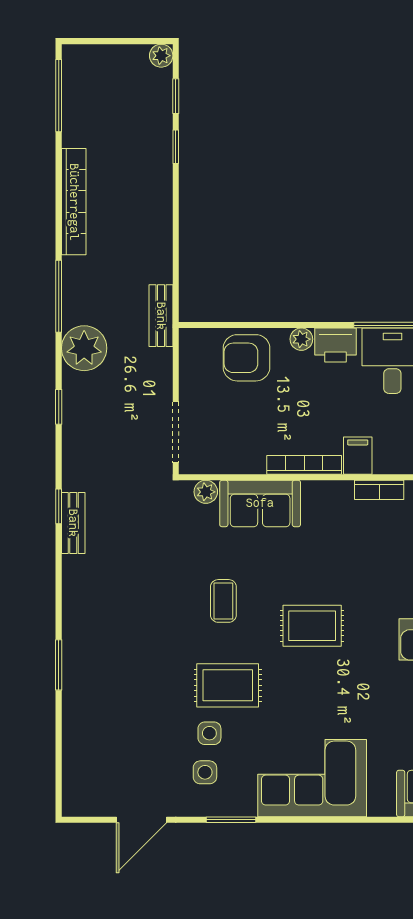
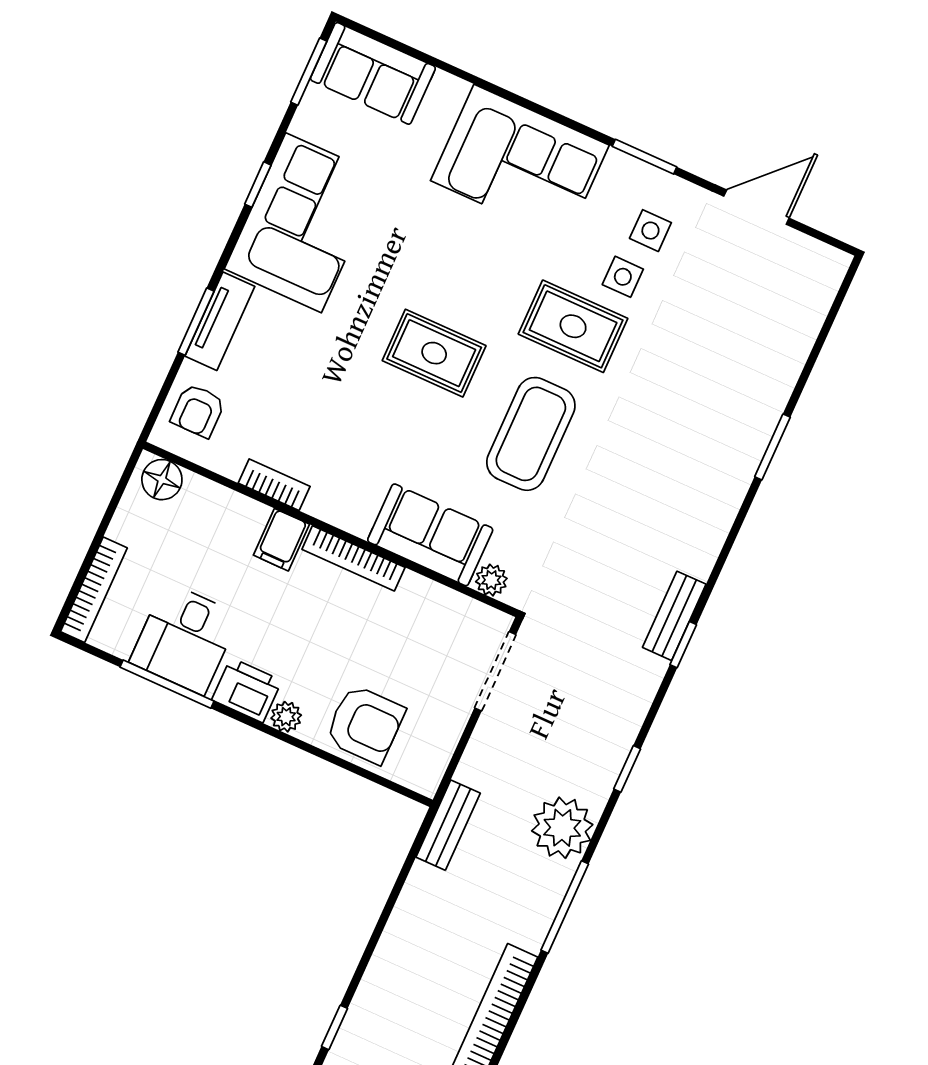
coffee table: (223, 601) -> (531, 434), width x1.86, depth x1.72

